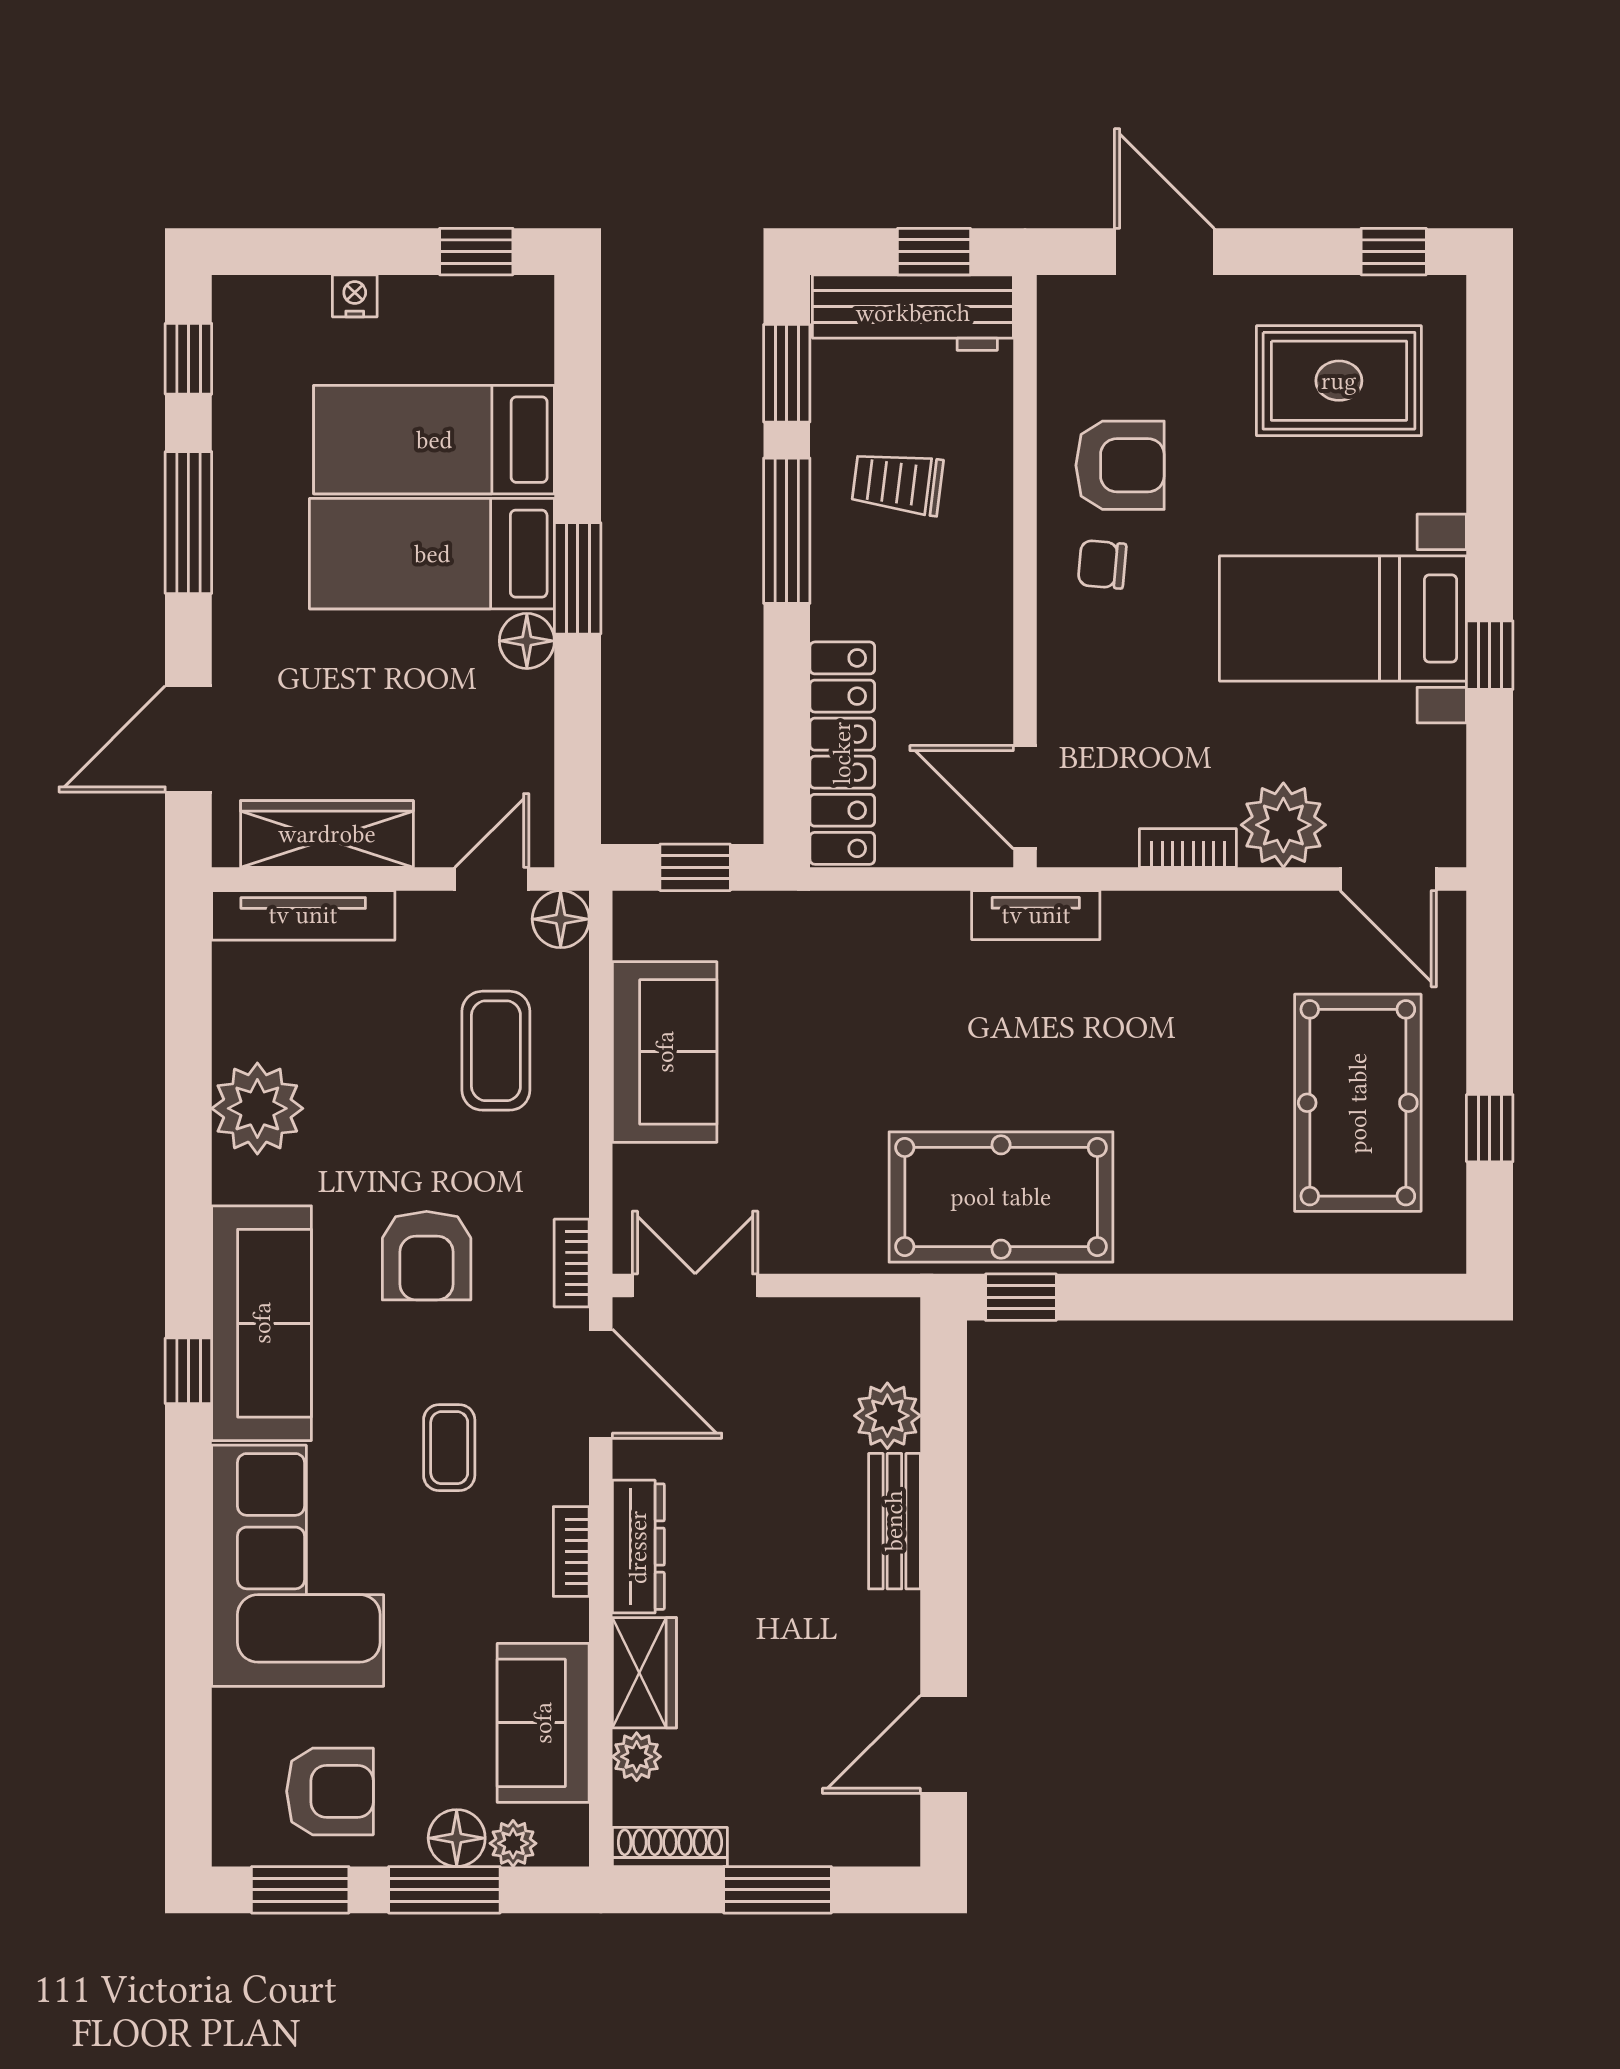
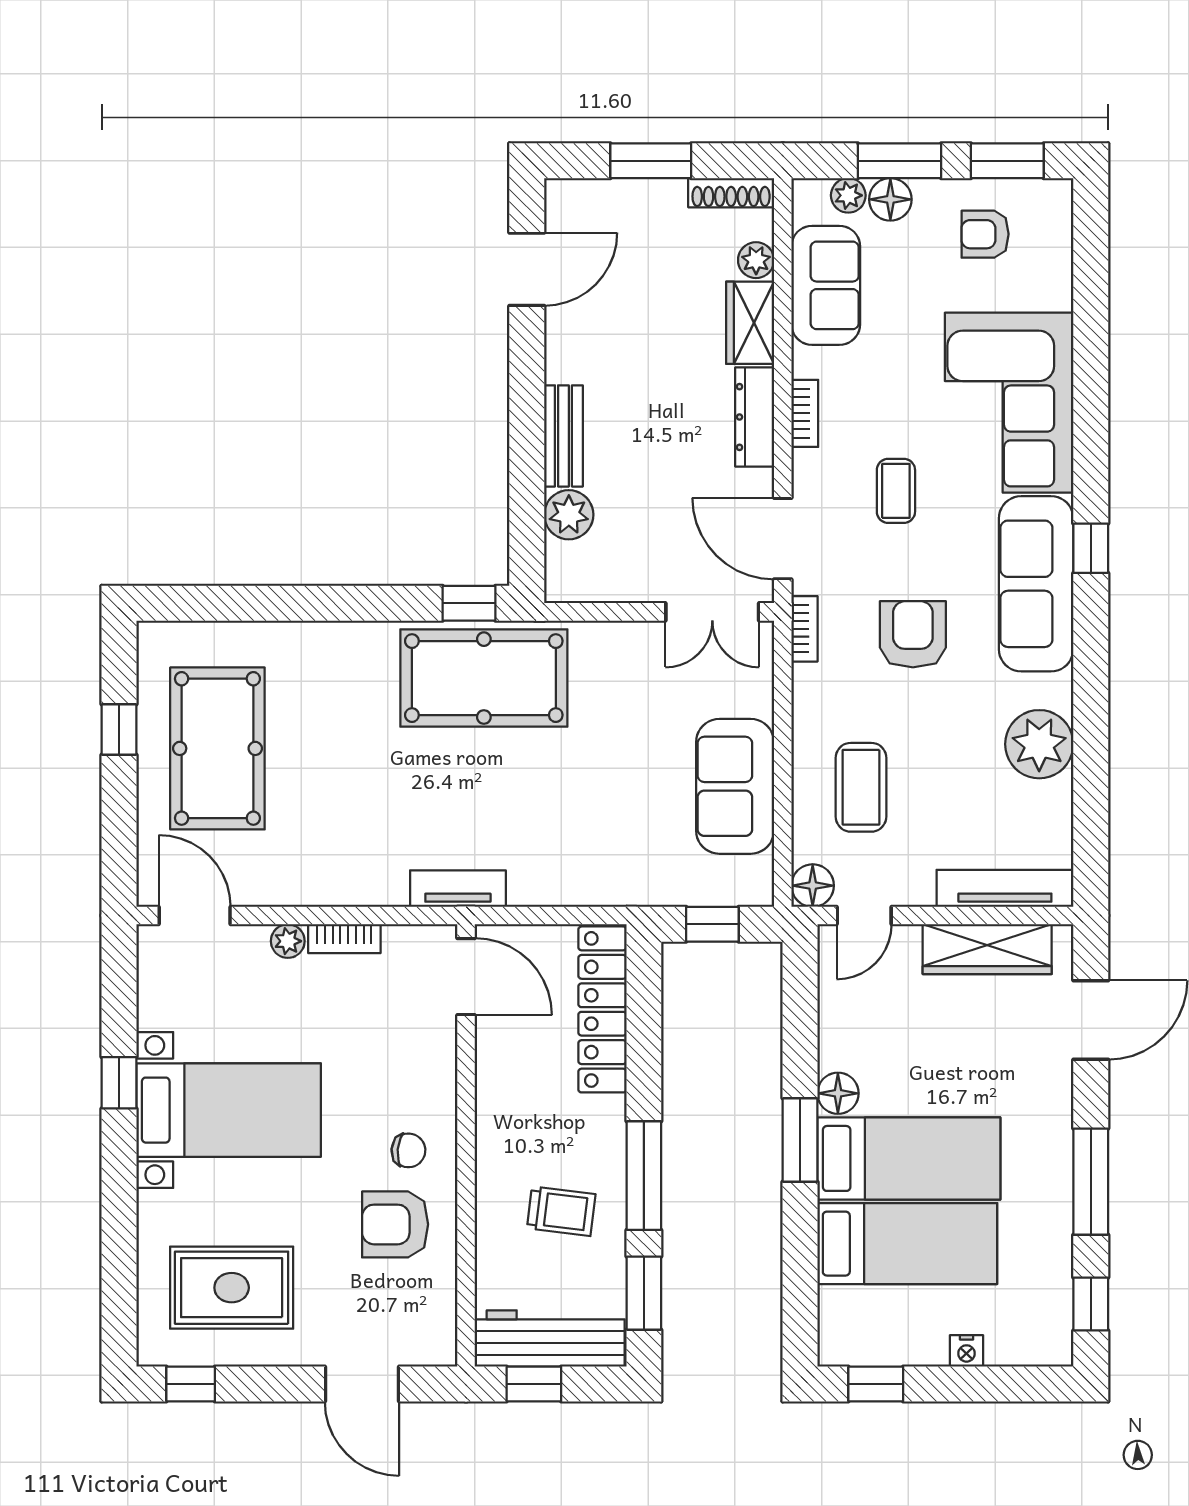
plant: (1283, 825) -> (288, 941), width x0.53, depth x0.53
armchair: (330, 1791) -> (985, 234), width x0.72, depth x0.72

